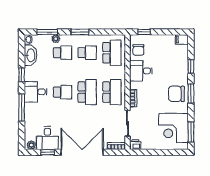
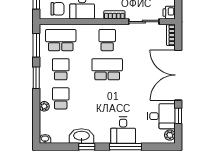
window: (47, 32) -> (36, 45), moved
washbasin: (31, 55) -> (81, 136), moved
desk: (35, 92) -> (123, 130), moved
school desk: (62, 92) -> (107, 98), removed
school desk: (112, 92) -> (107, 40), width x0.54

